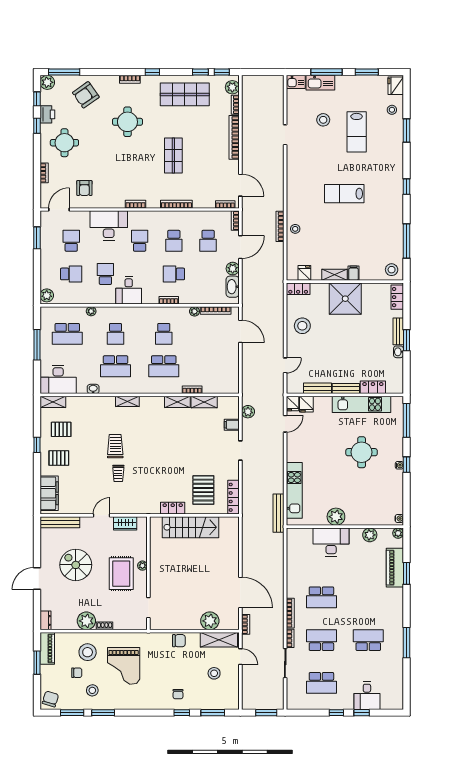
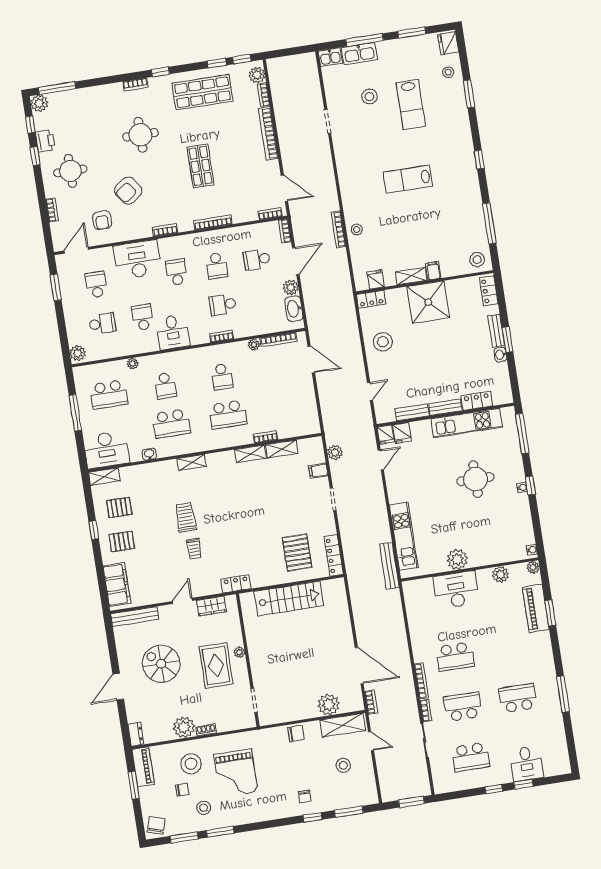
armchair: (86, 95) -> (128, 191), moved
school desk: (208, 241) -> (257, 259), turned 90
locker: (173, 508) -> (236, 584), moved

